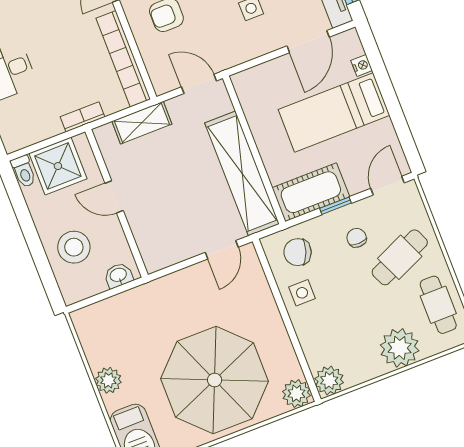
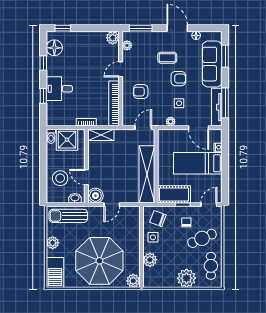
door: (308, 42) -> (199, 128), hinge flipped
plant: (248, 51) -> (171, 121), added
door: (199, 84) -> (143, 128), hinge flipped
shelving: (142, 123) -> (101, 135), moved
door: (114, 197) -> (86, 177), moved
door: (222, 250) -> (112, 205), moved
boiler: (157, 255) -> (95, 196), added
sun lounger: (119, 315) -> (68, 216), added
plant: (329, 381) -> (150, 260), moved

